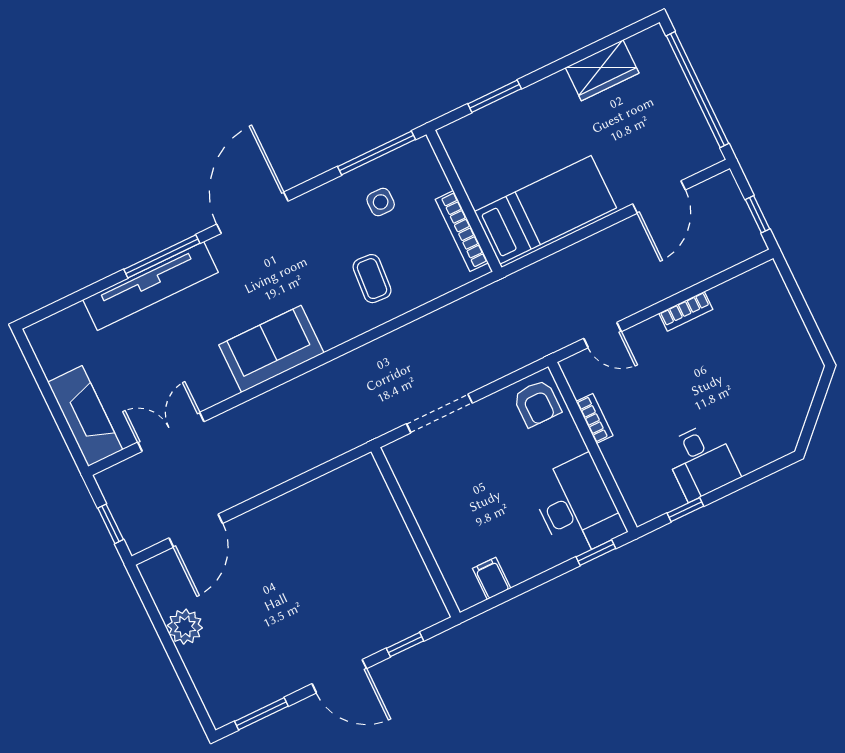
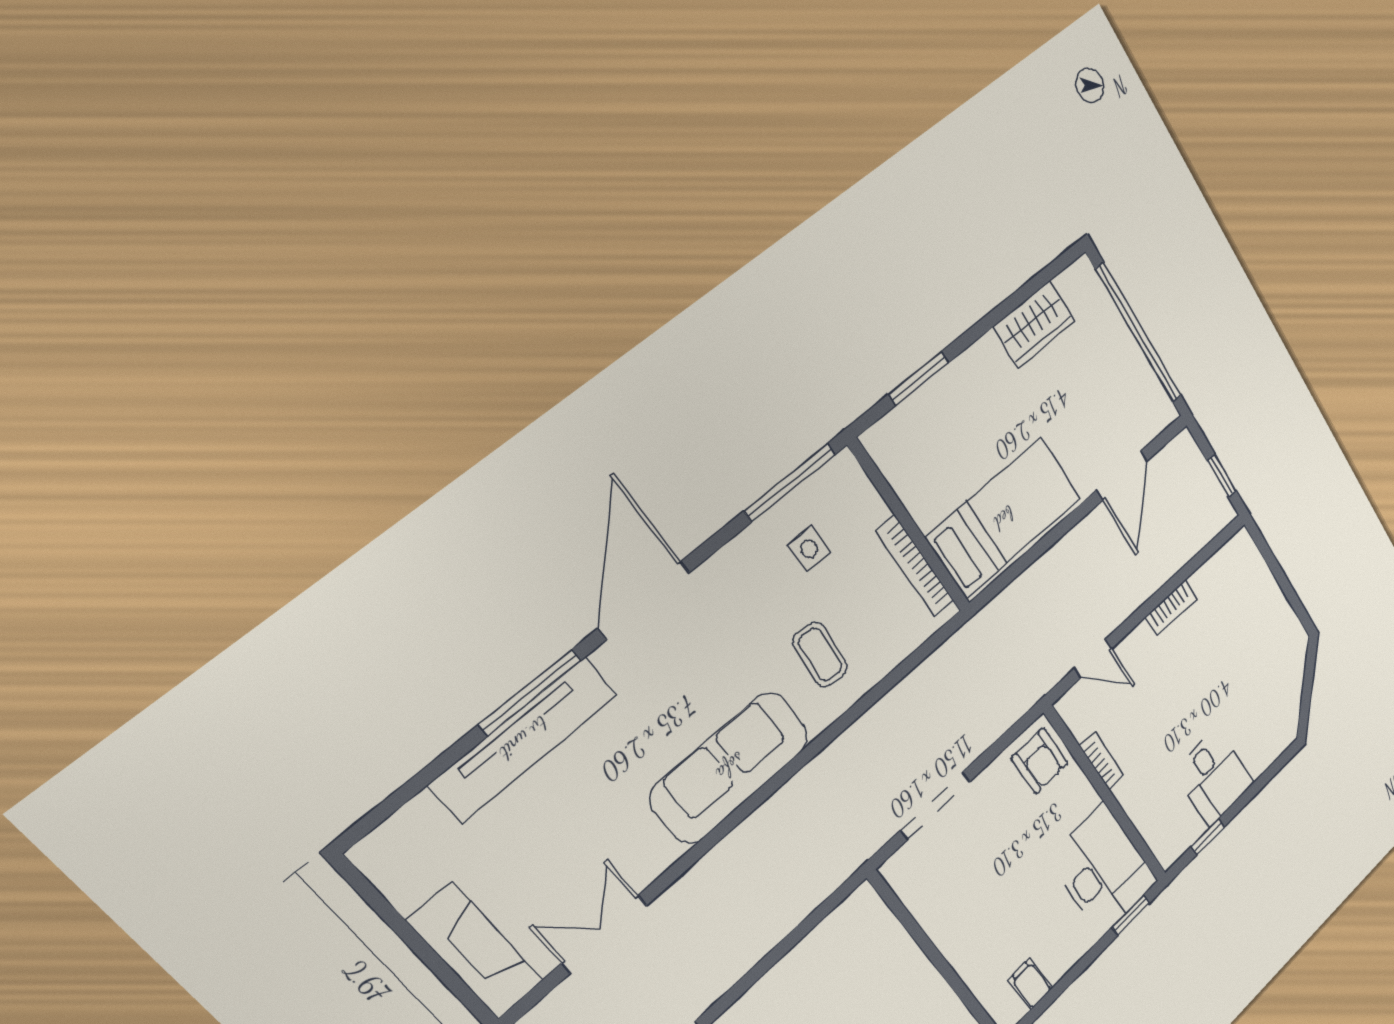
sofa: (271, 349) -> (730, 767), width x1.36

